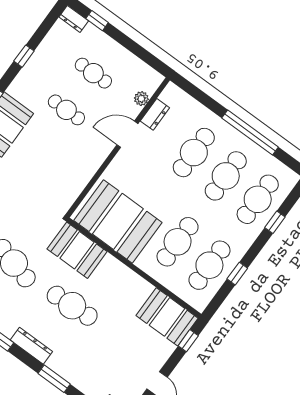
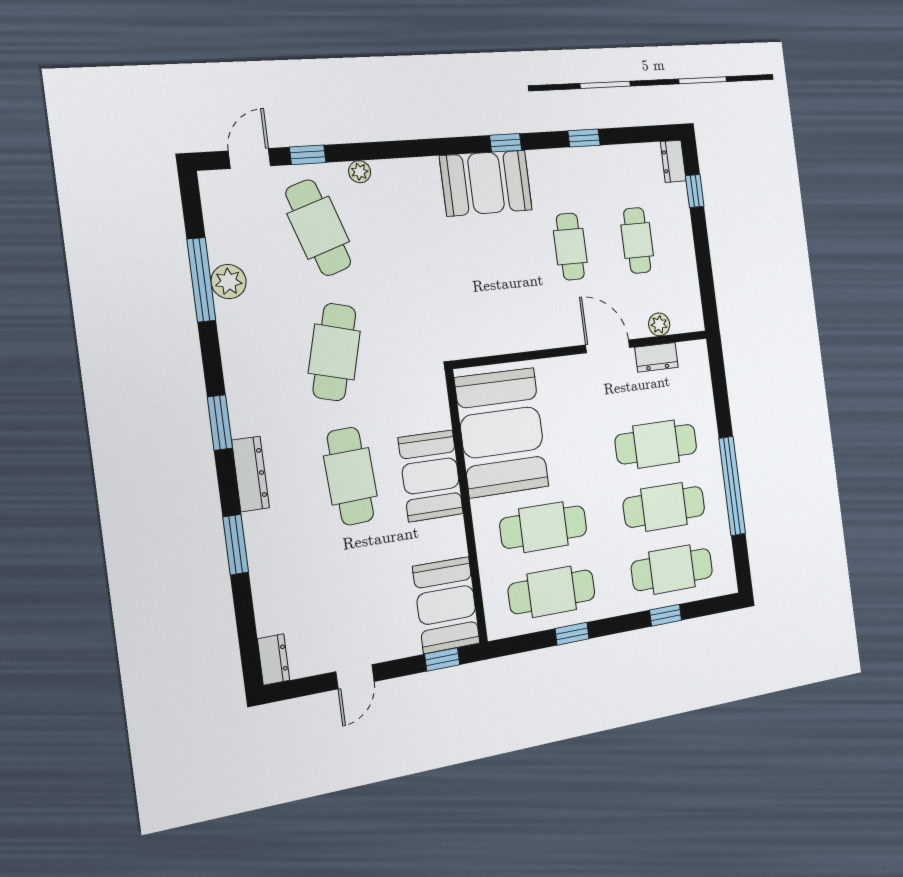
booth: (77, 250) -> (431, 476), moved

